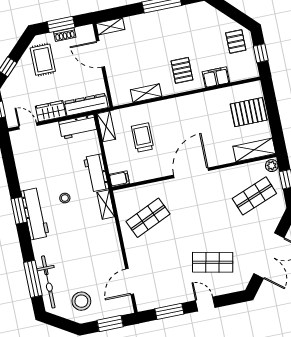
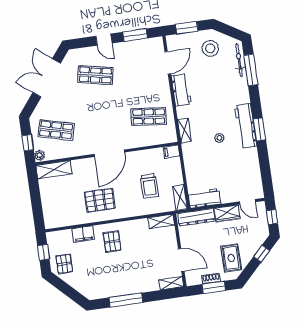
shelving: (146, 93) -> (161, 221), moved
pallet: (249, 112) -> (100, 200), moved
workbench: (96, 173) -> (181, 90), moved
shop shelf: (254, 196) -> (56, 130), turned 36
shop shelf: (148, 218) -> (149, 117), turned 30
bicycle: (48, 282) -> (239, 60), width x0.73, depth x0.71

